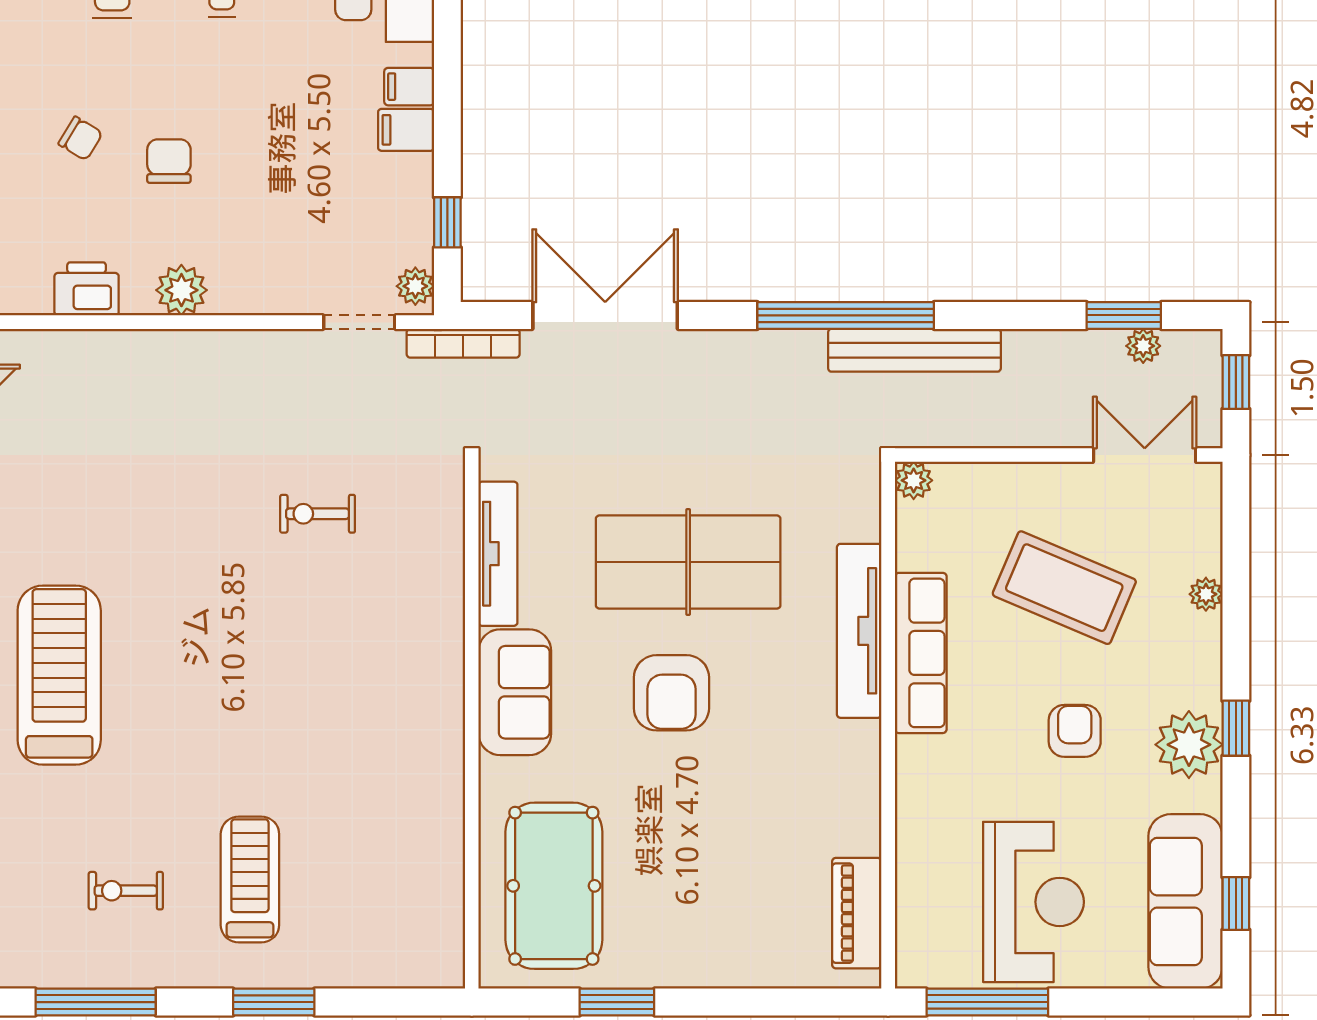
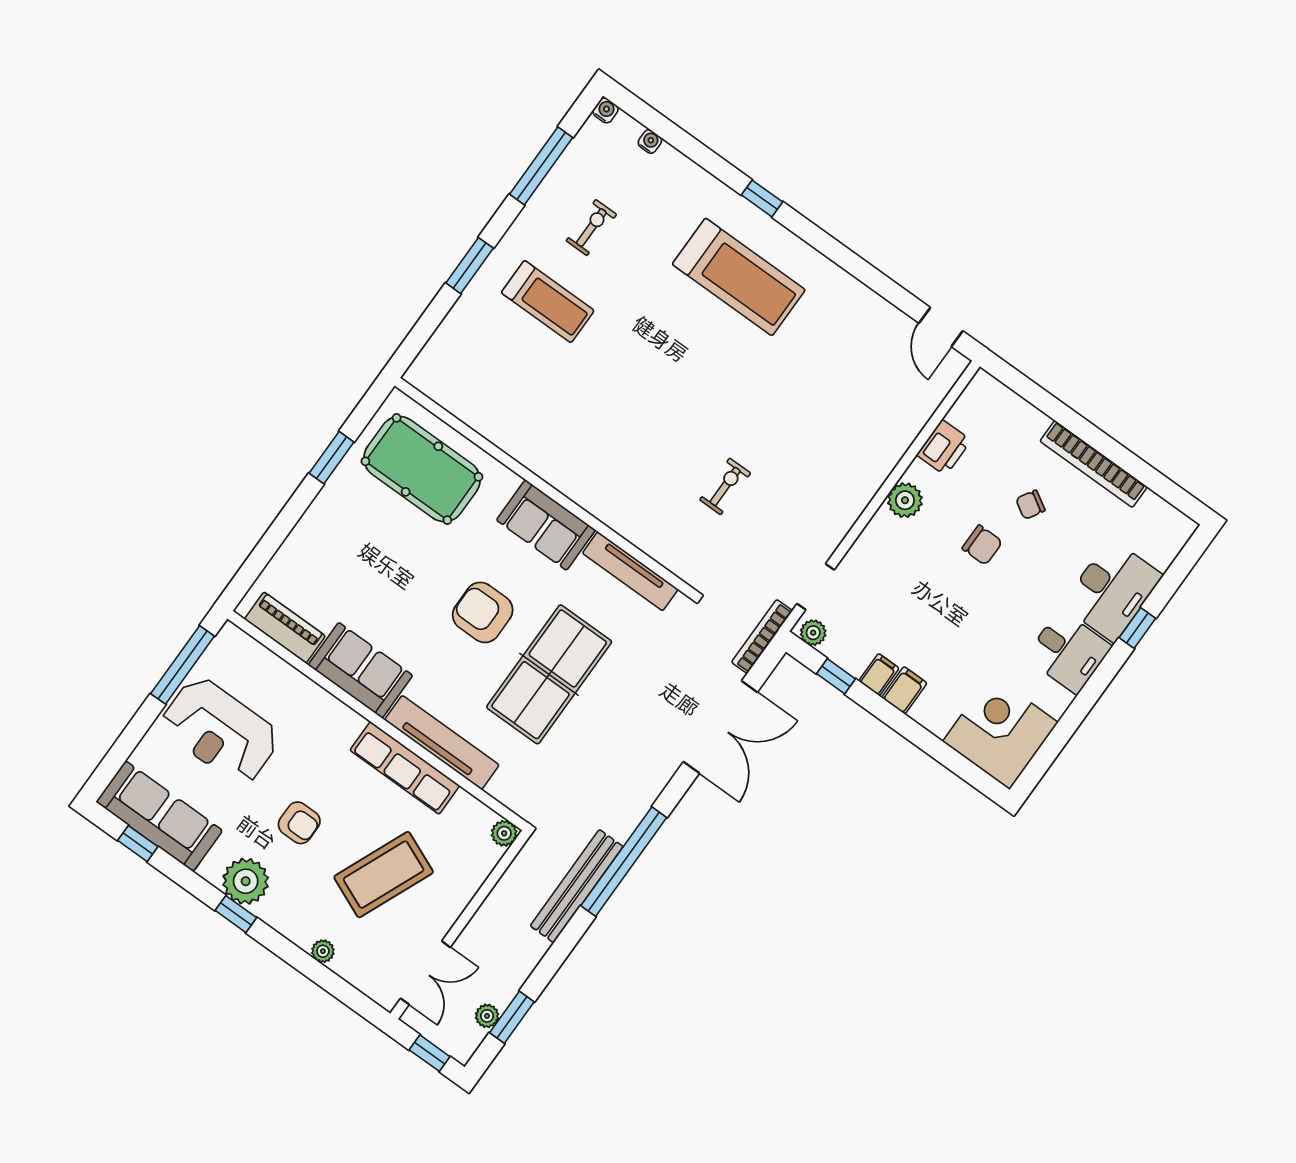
filing cabinet: (409, 87) -> (879, 675), moved
sofa: (843, 788) -> (360, 670), added

